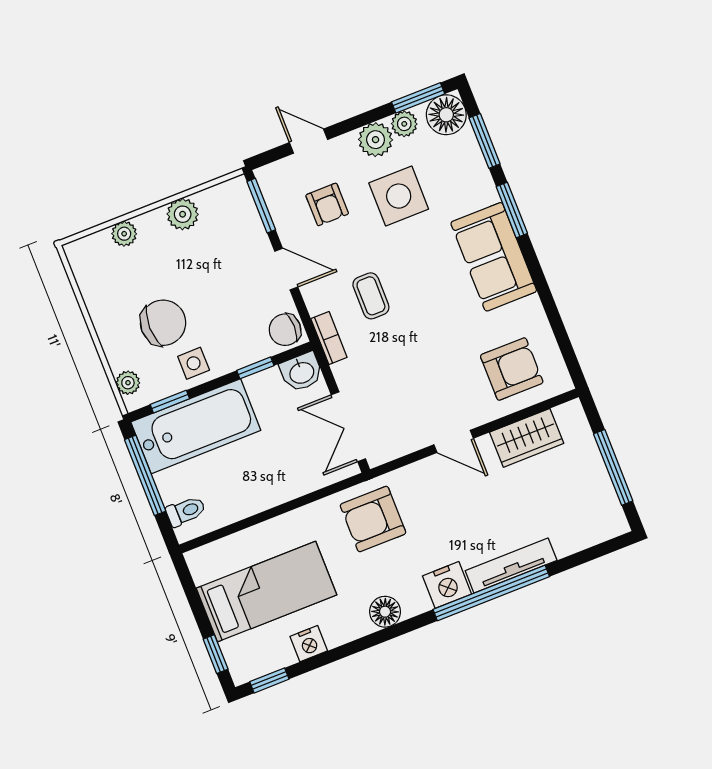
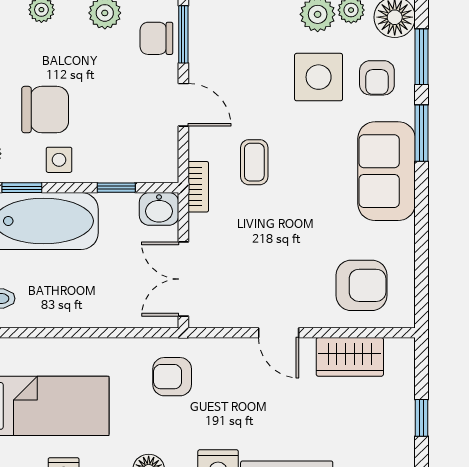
armchair: (327, 204) -> (377, 78), moved
chair: (285, 330) -> (156, 38), moved
window: (613, 467) -> (422, 418), width x0.46
armchair: (373, 519) -> (172, 377), width x0.72, depth x0.72

